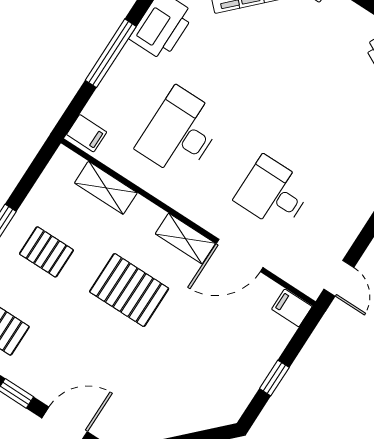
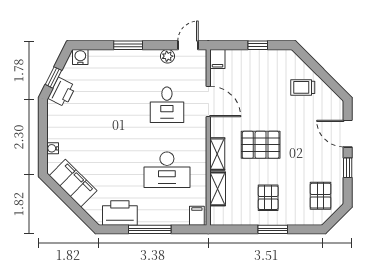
shelving: (185, 239) -> (217, 154), moved
plant: (342, 239) -> (168, 56), added
pallet: (129, 290) -> (261, 145), turned 90
trolley: (172, 404) -> (303, 87), added

